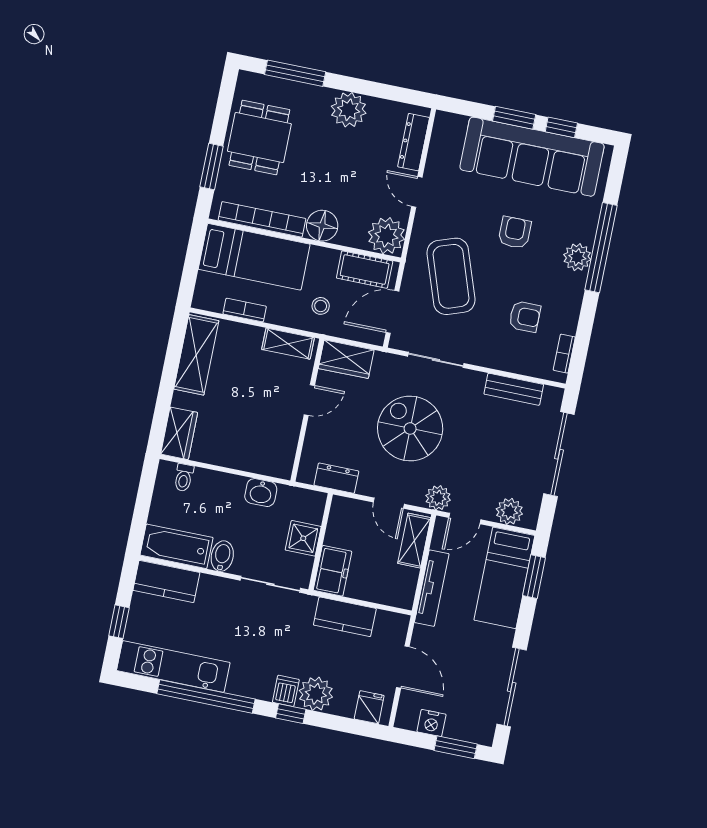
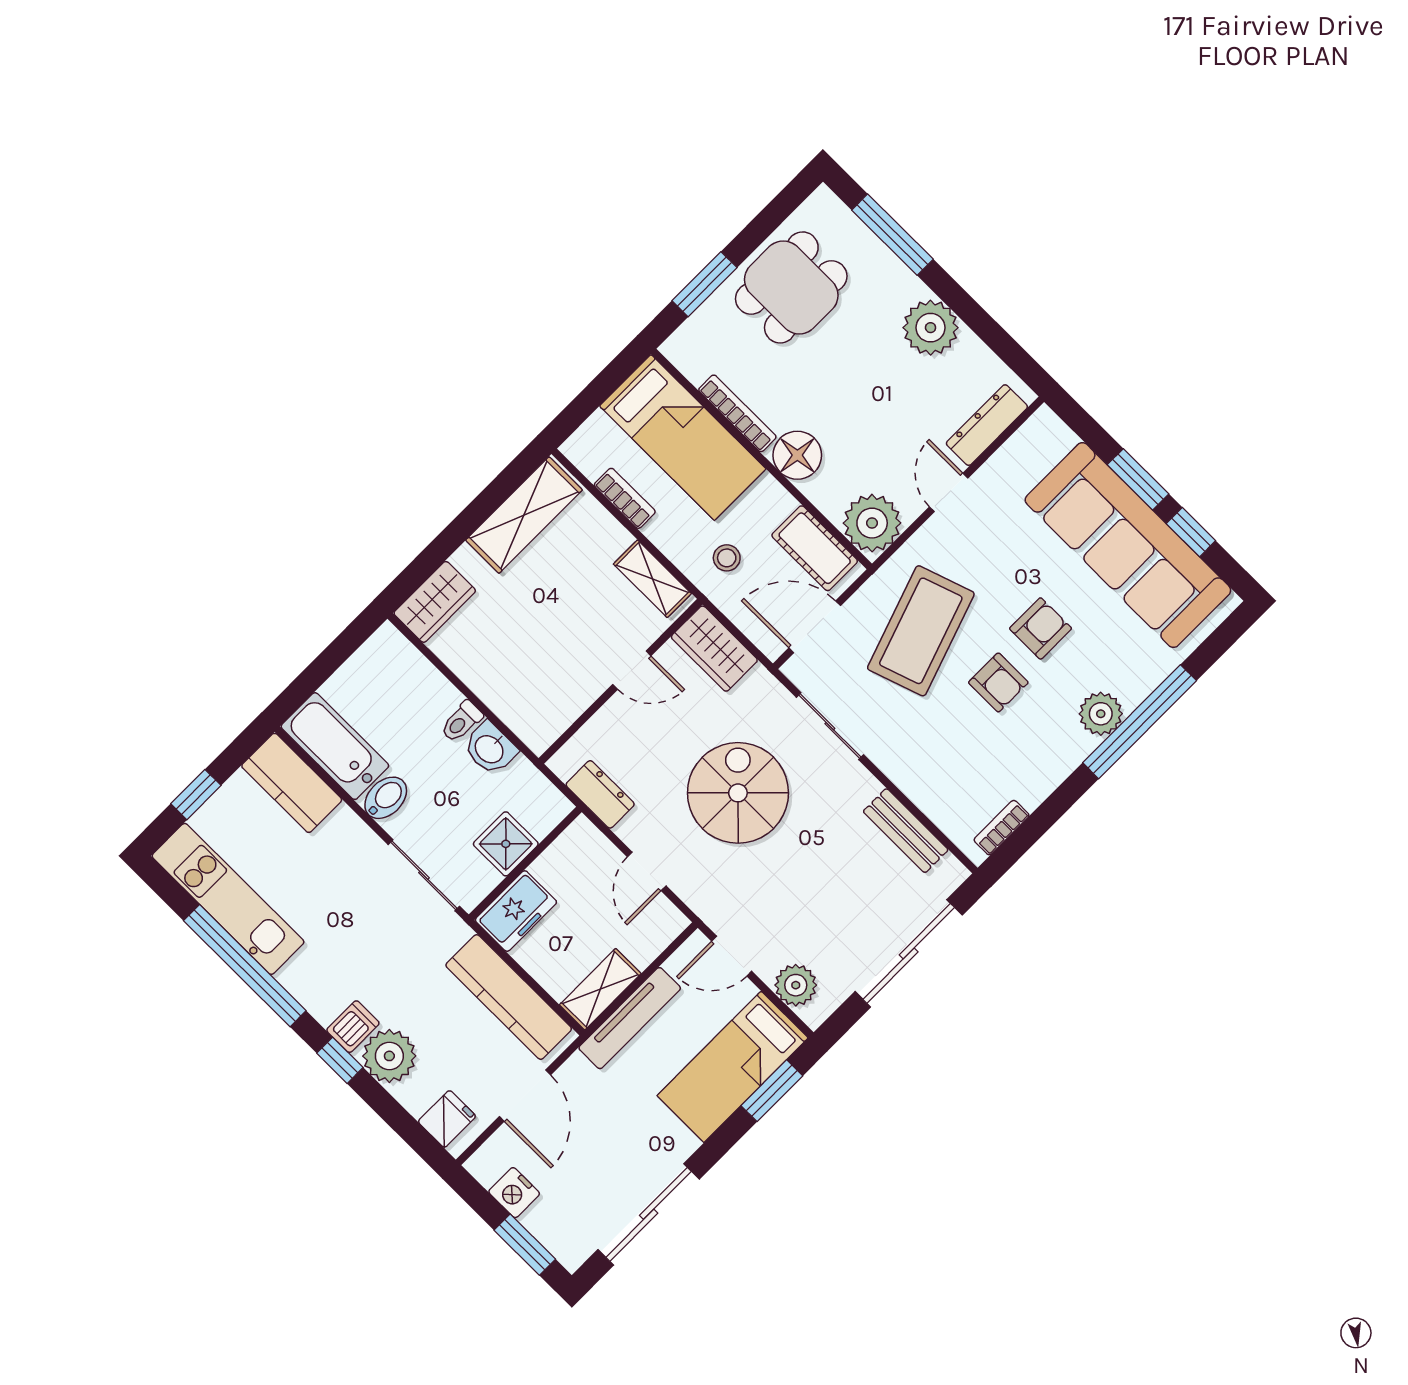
bookcase: (262, 219) -> (737, 413), width x0.68, depth x0.76
armchair: (525, 317) -> (998, 682), moved
toilet: (184, 478) -> (461, 722), moved
plant: (438, 498) -> (715, 907), removed
shelving: (414, 541) -> (600, 989), moved
kitchen counter: (345, 617) -> (509, 997), width x1.50

